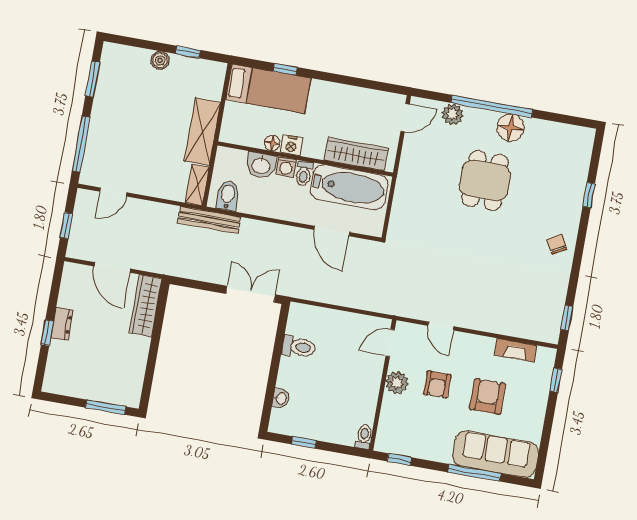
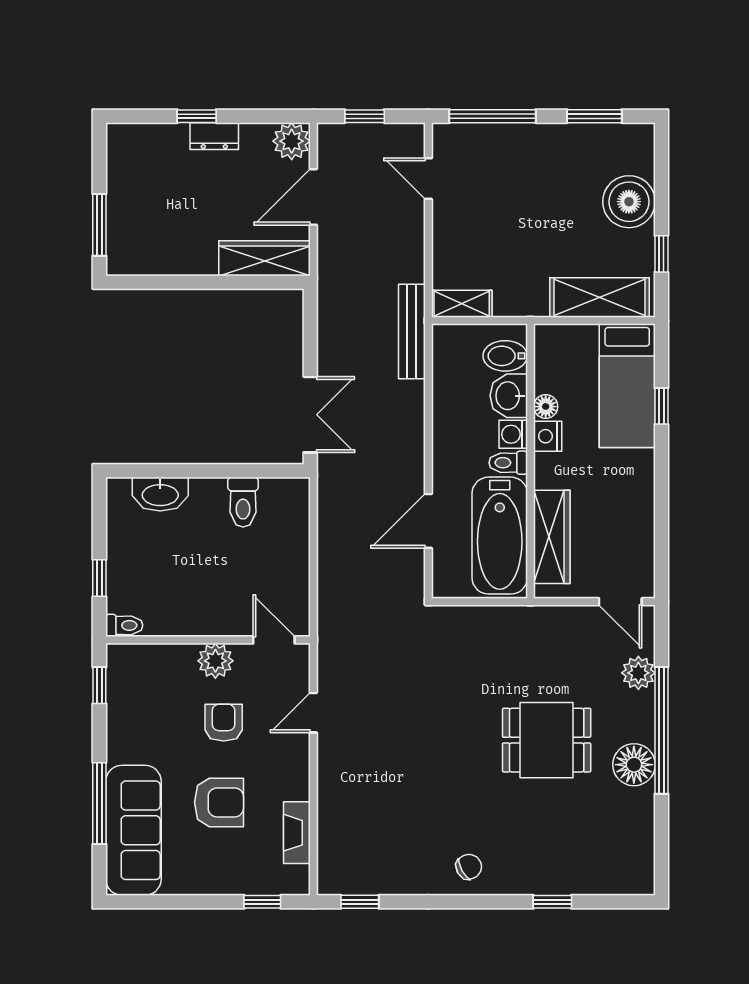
boiler: (160, 60) -> (629, 202), width x1.86, depth x1.86
shelving: (202, 132) -> (600, 298), moved
bidet: (228, 196) -> (505, 356), moved, turned 180
plant: (74, 275) -> (292, 141), added
armchair: (437, 384) -> (224, 723), turned 90
washbasin: (281, 398) -> (160, 494), width x1.91, depth x1.45
window: (304, 442) -> (99, 578), moved

